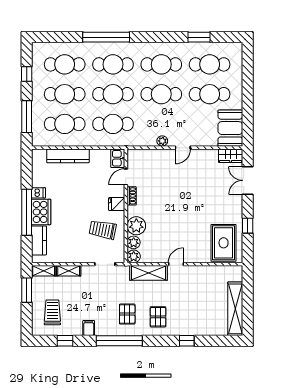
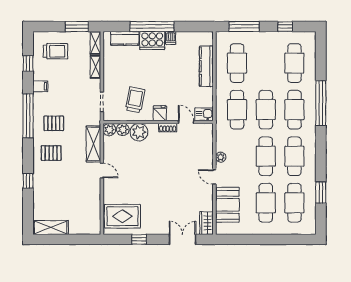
cafe table: (65, 94) -> (266, 63), removed
booth: (230, 128) -> (227, 205), moved, turned 90
shelving: (235, 309) -> (51, 227), width x0.68

